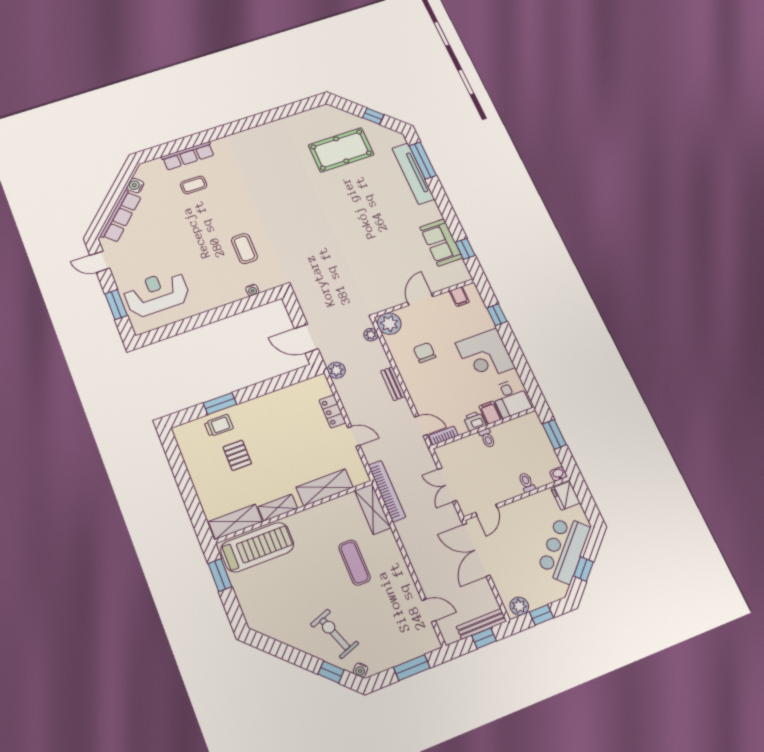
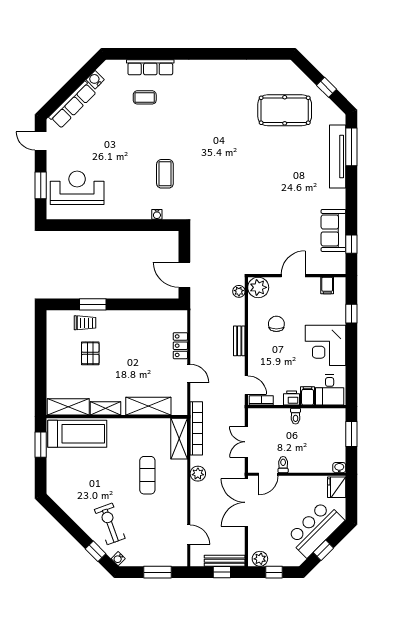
plant: (336, 370) -> (198, 474), moved
toilet: (527, 482) -> (283, 465), moved

